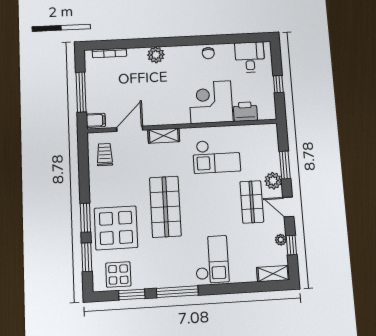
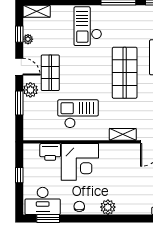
window: (242, 38) -> (48, 219), added
plant: (156, 55) -> (108, 207), moved
desk: (250, 57) -> (43, 201), width x1.37

